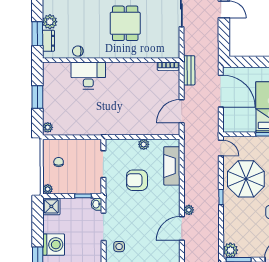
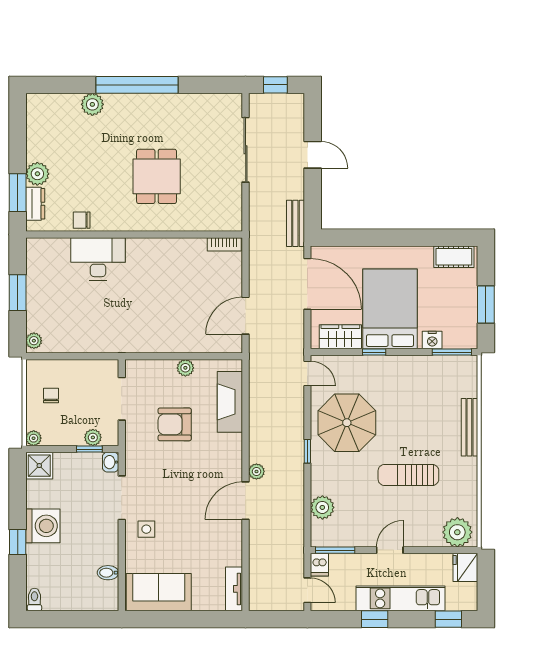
bench: (189, 70) -> (295, 223), moved
wardrobe: (242, 125) -> (340, 337), added
plant: (85, 189) -> (93, 437), added
plant: (230, 250) -> (322, 507), moved

